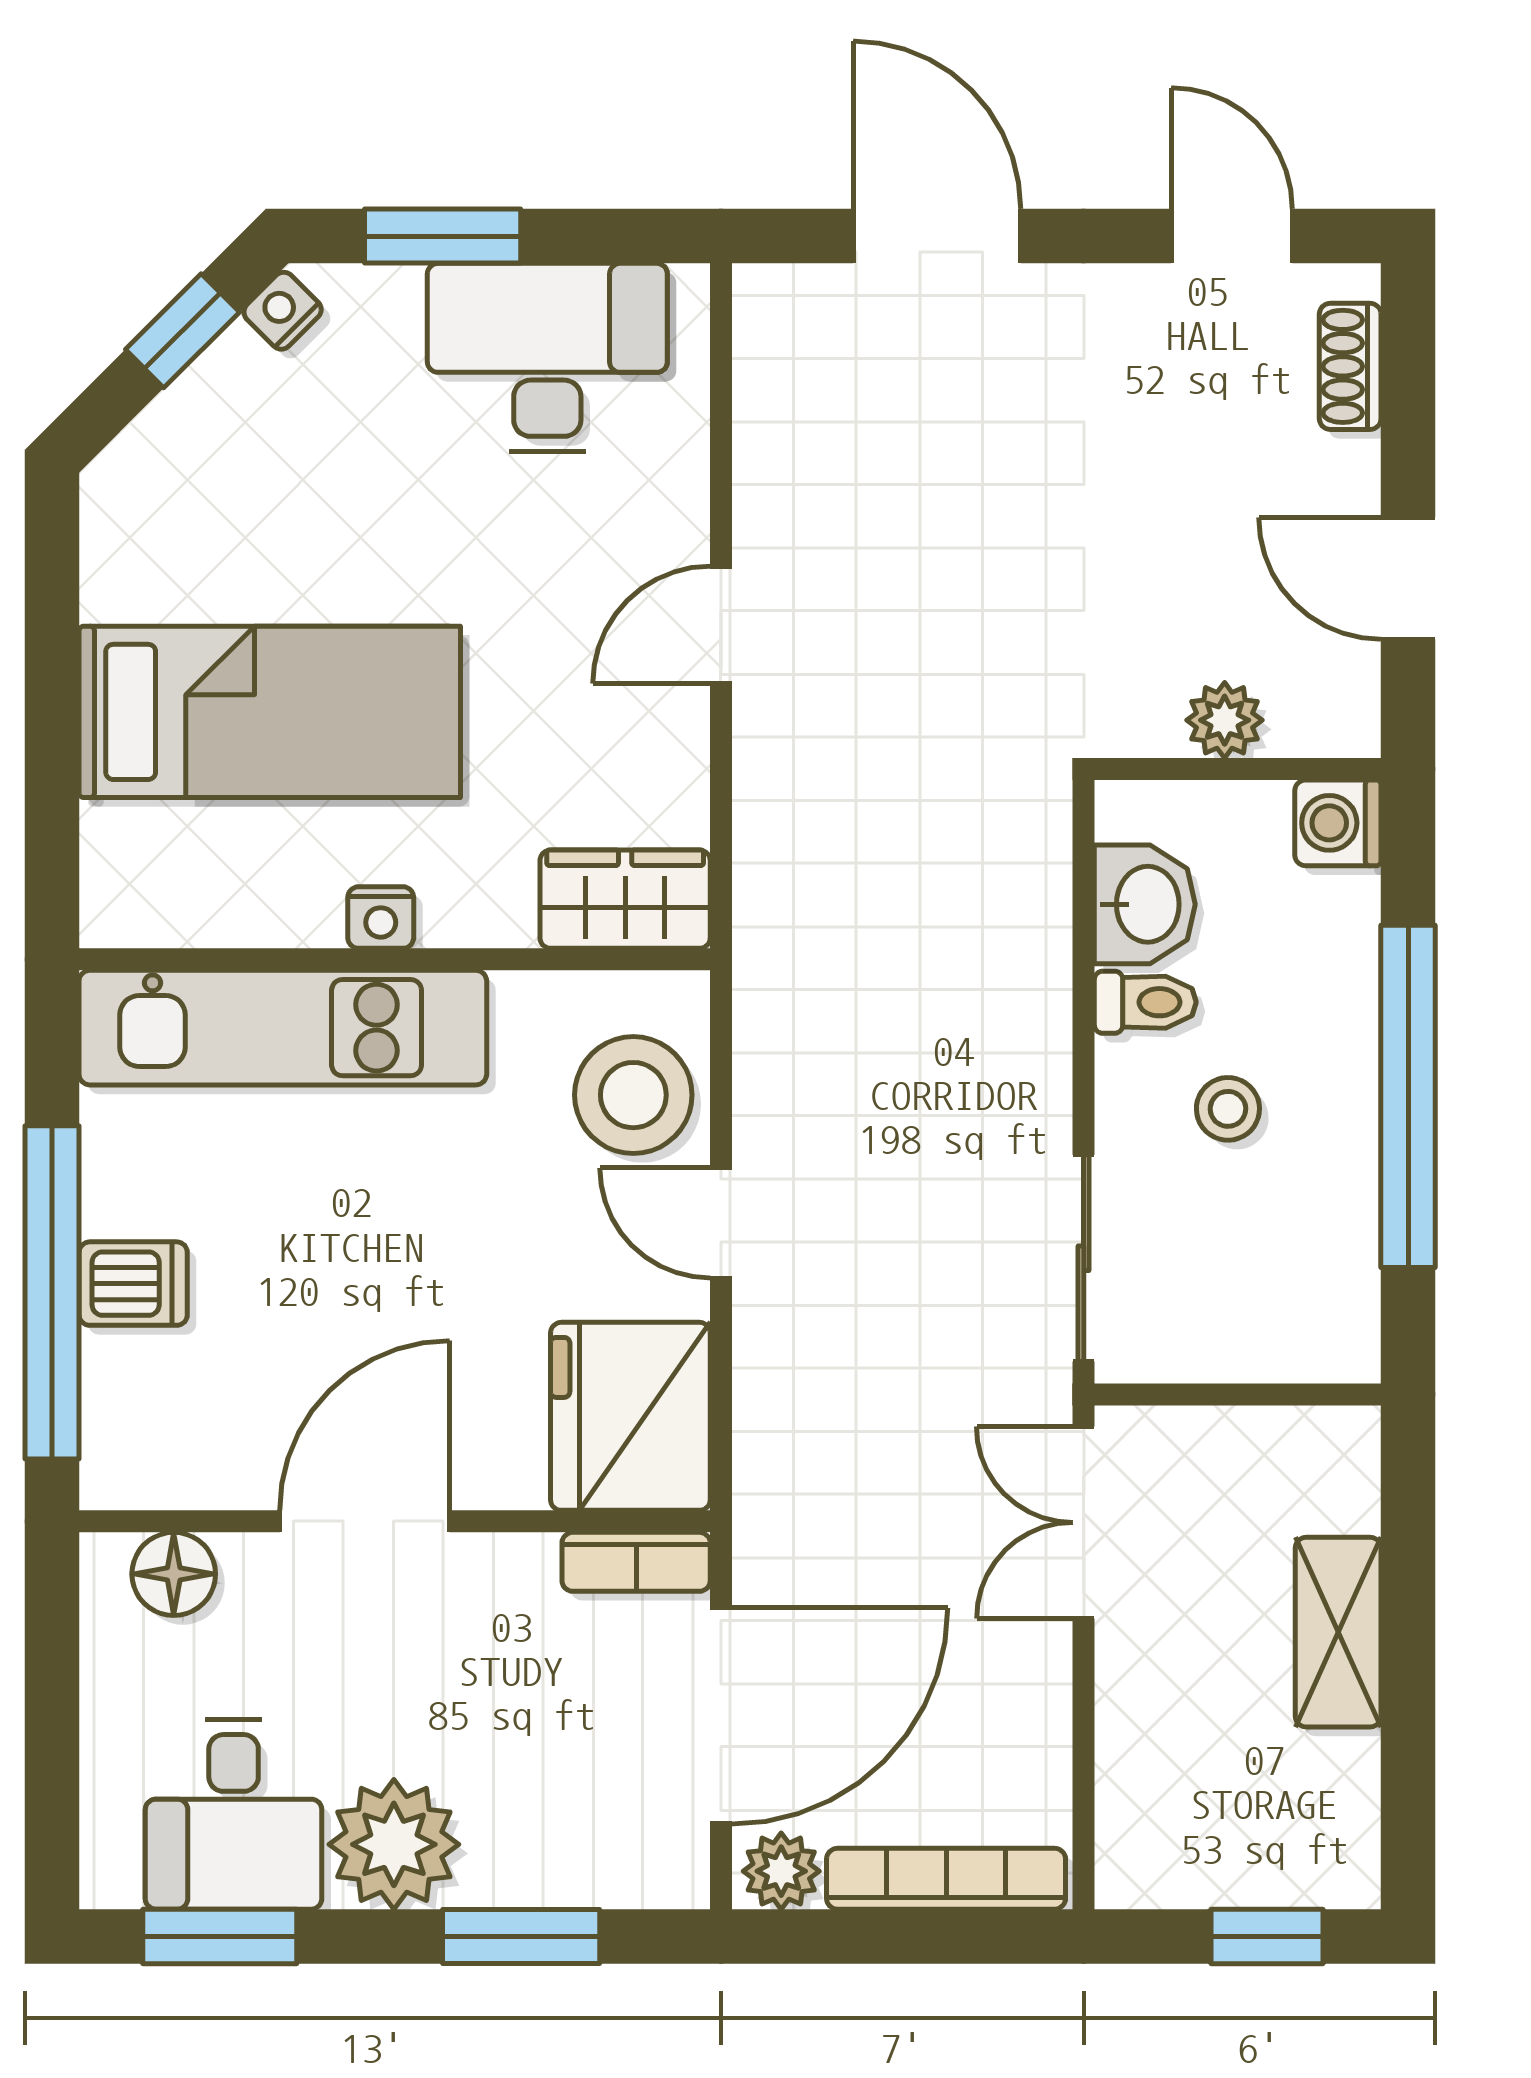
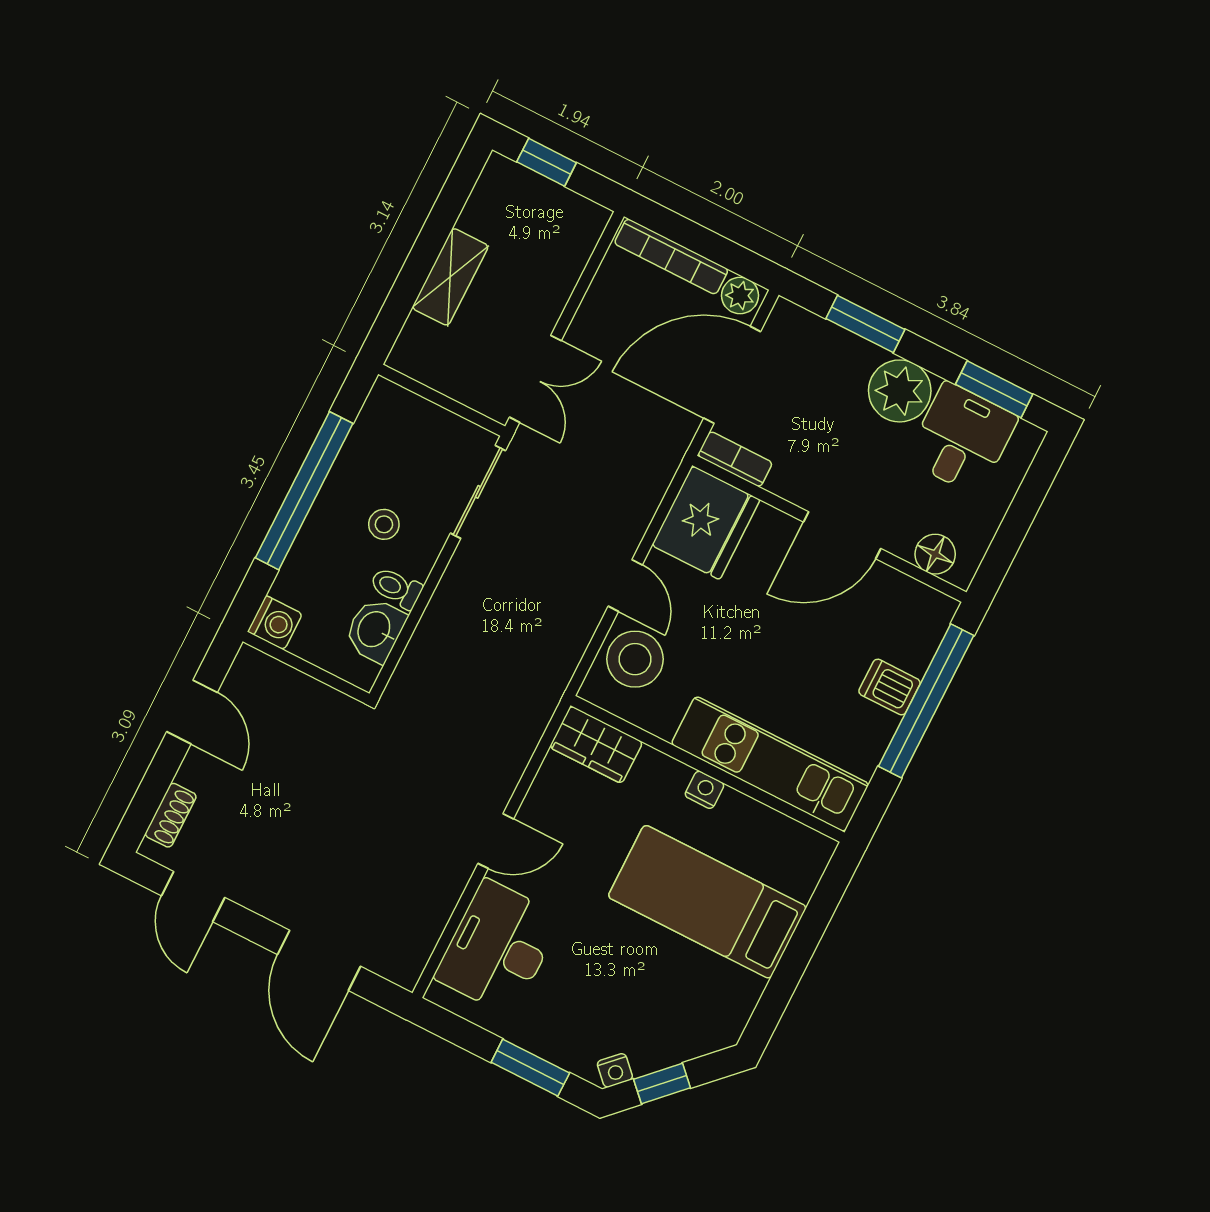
desk: (547, 357) -> (498, 947), moved, turned 90
plant: (1225, 720) -> (301, 691), removed

